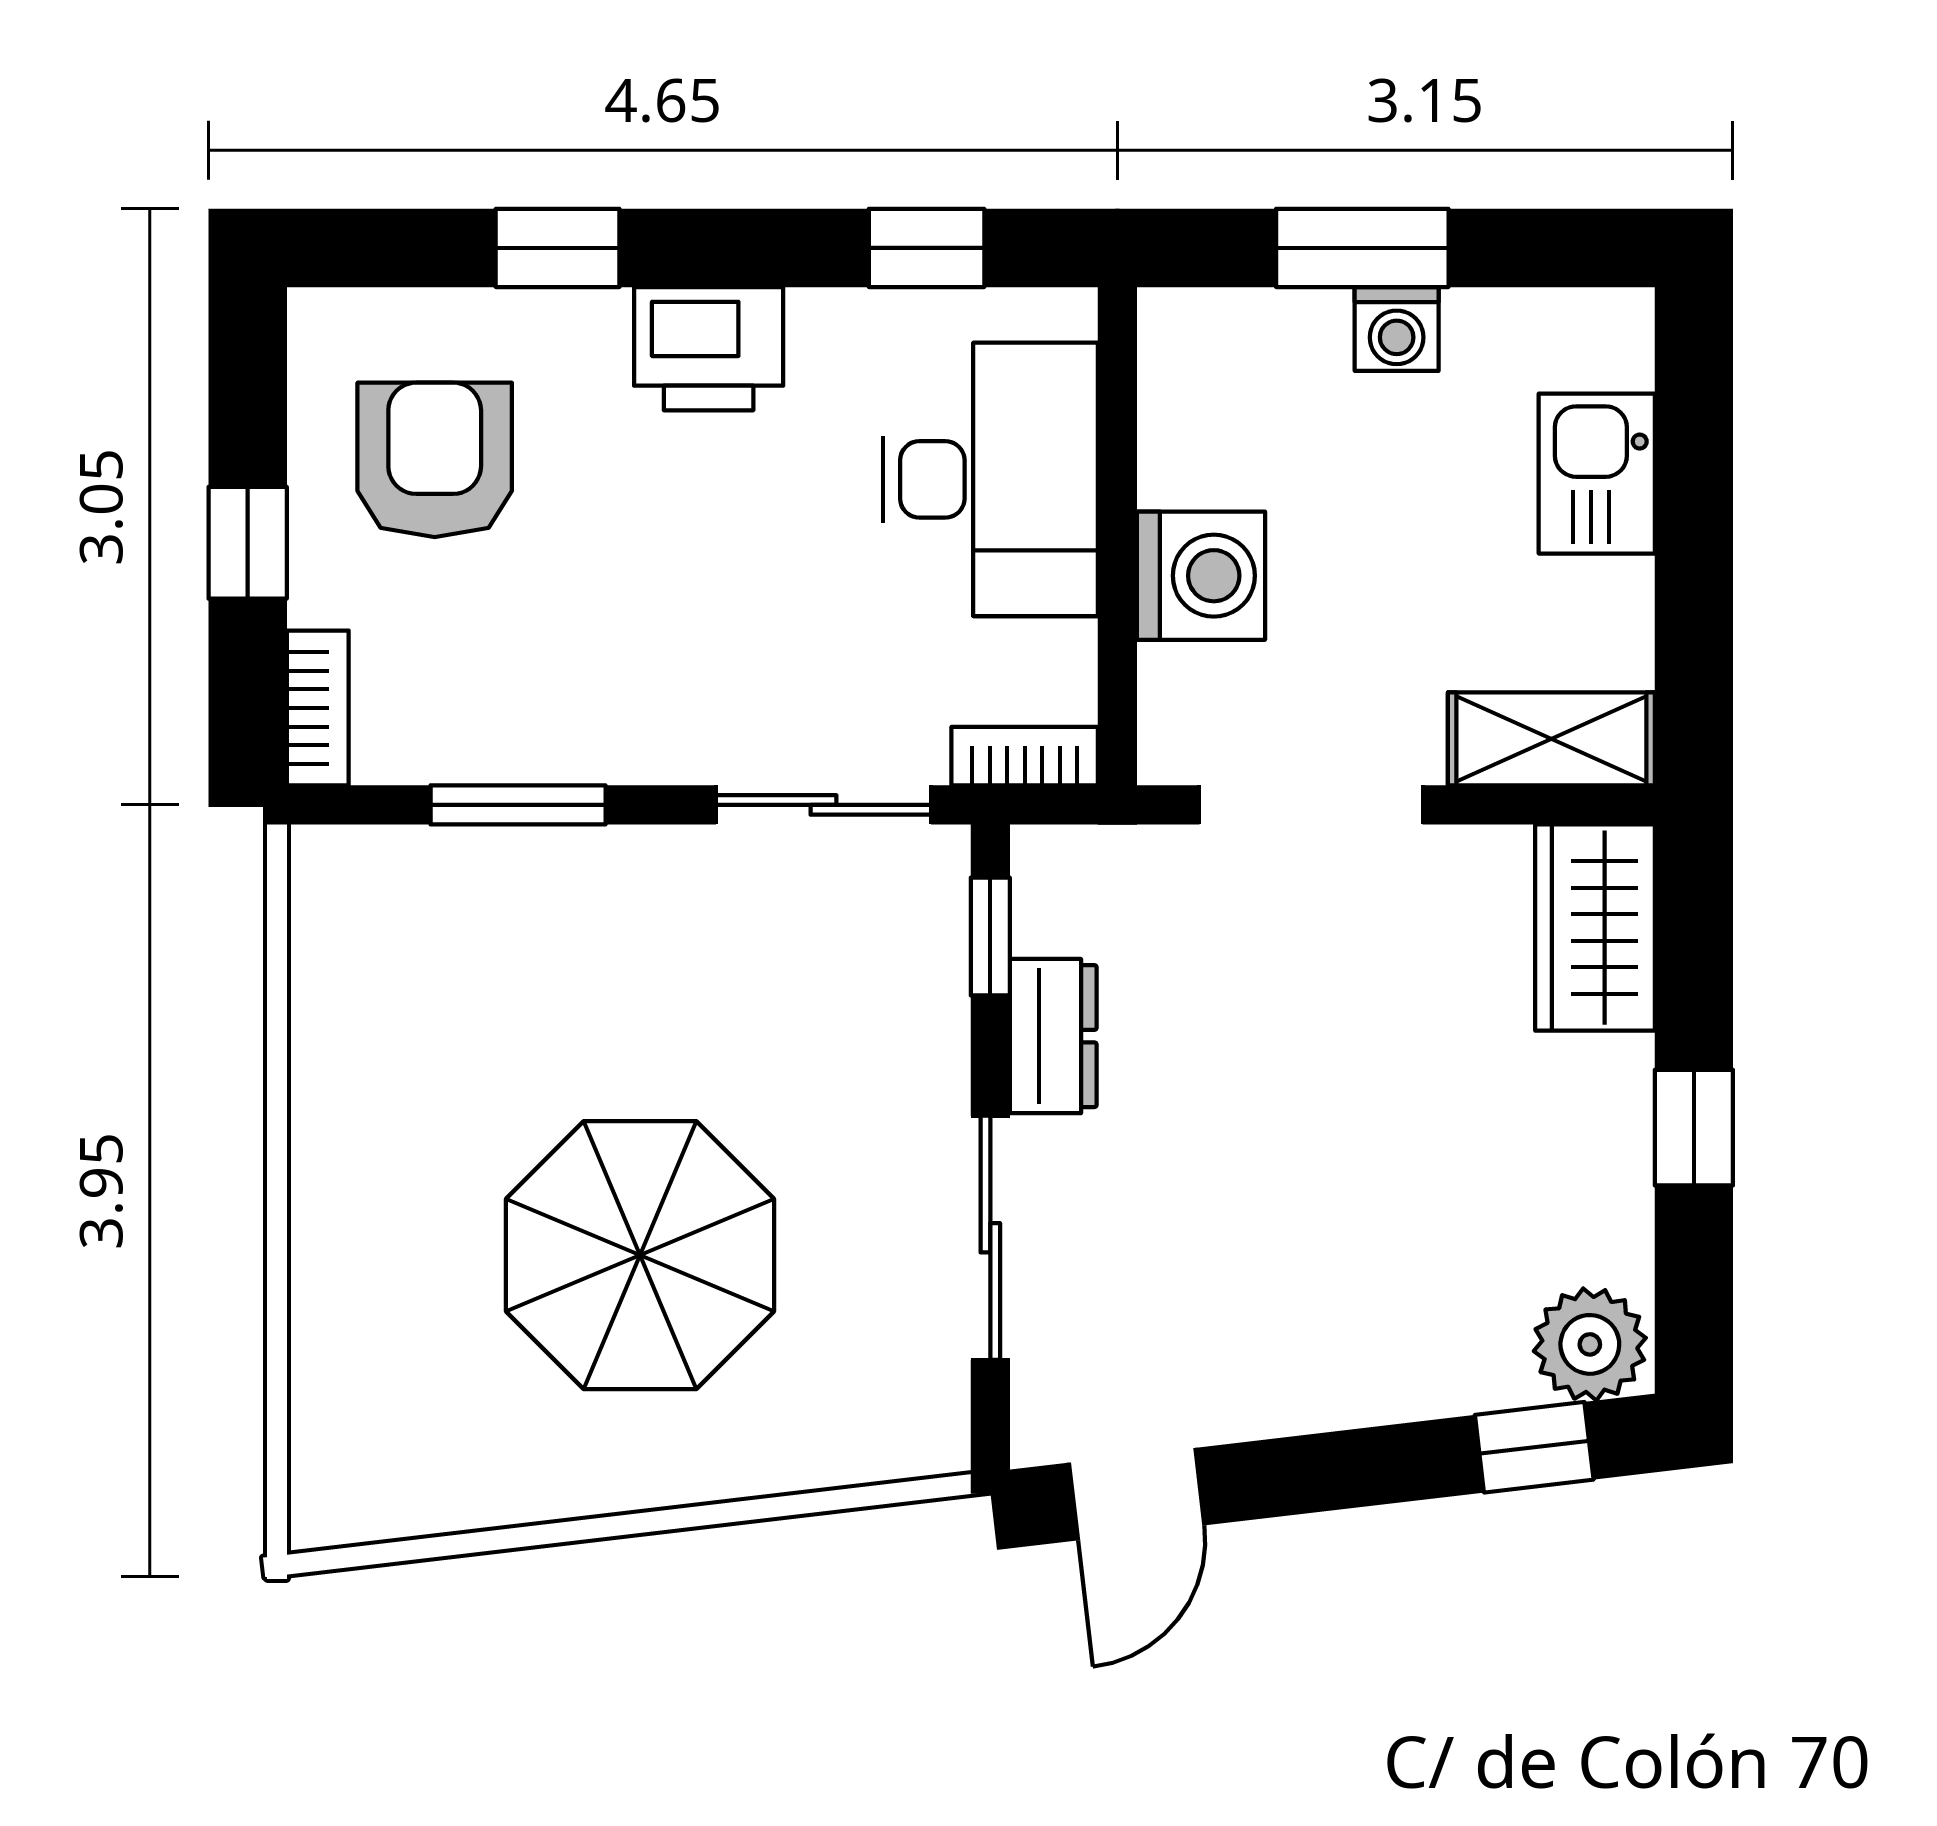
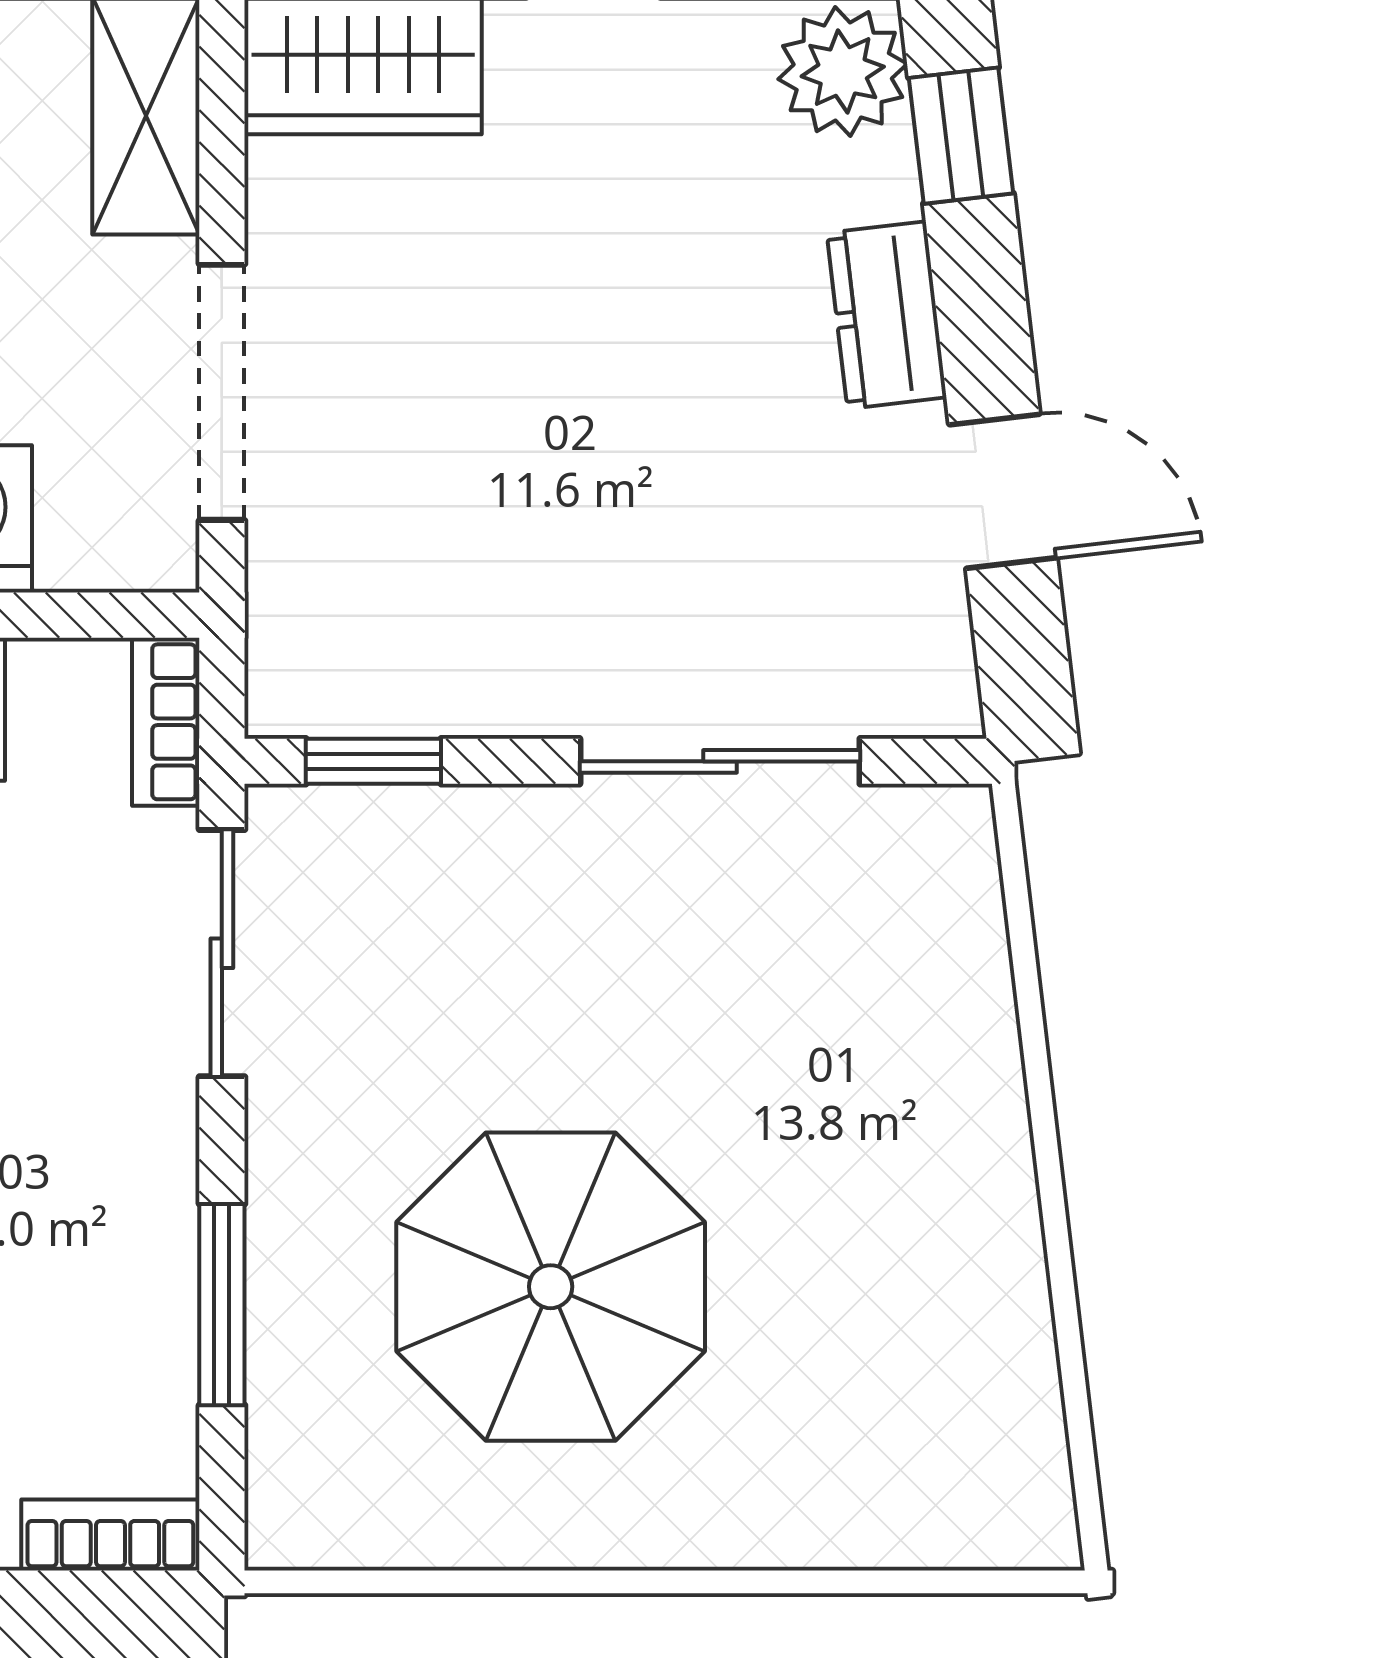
dresser: (1053, 1036) -> (887, 315), moved, turned -97
parasol: (640, 1255) -> (551, 1287), moved
door: (1137, 1494) -> (1003, 491), moved

